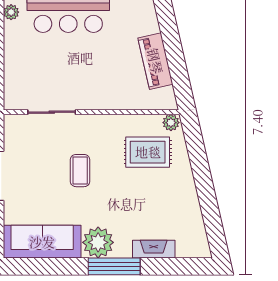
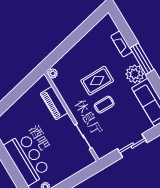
piano: (155, 61) -> (54, 103), moved, turned 103
rug: (148, 152) -> (97, 81), moved, turned 90

